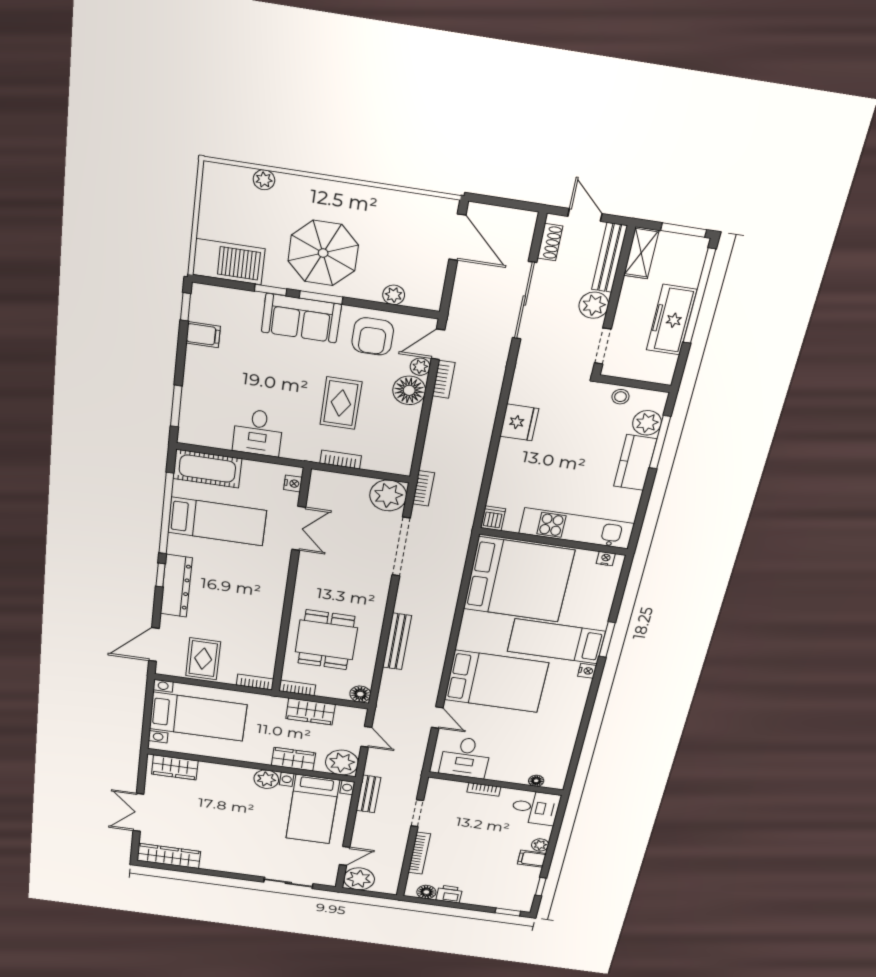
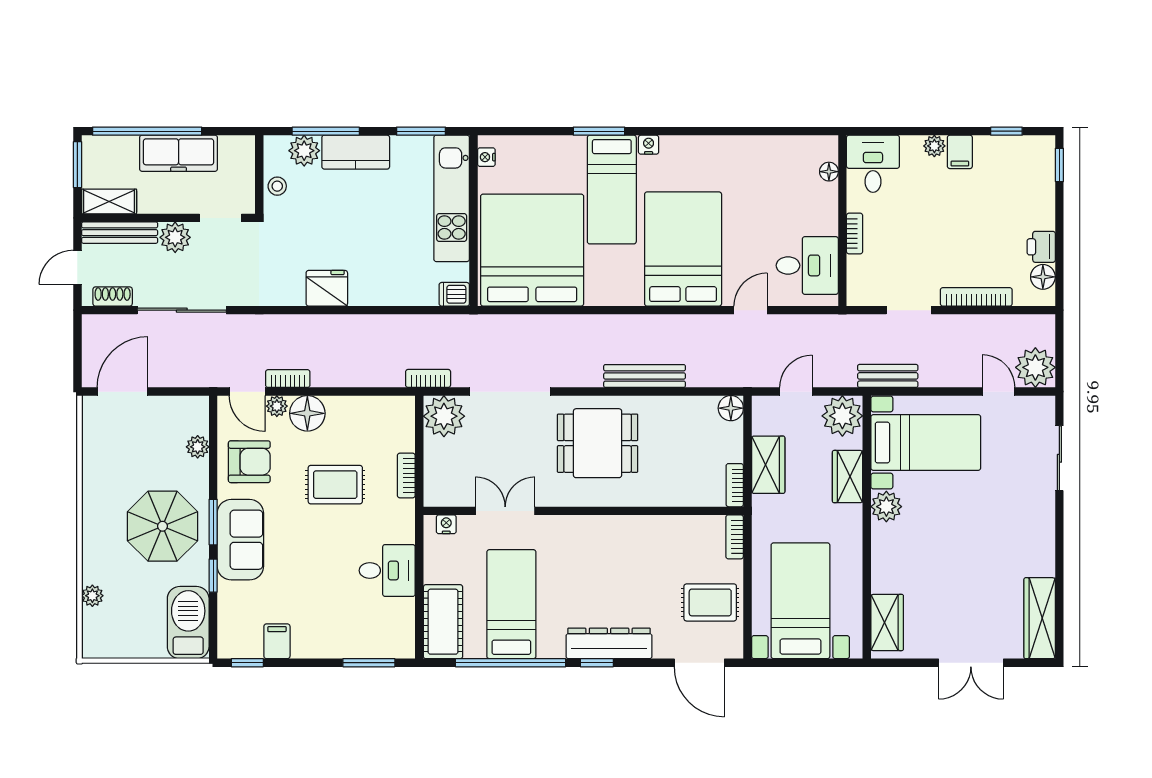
window: (641, 514) -> (421, 131), added
dining table: (326, 640) -> (598, 443), moved

